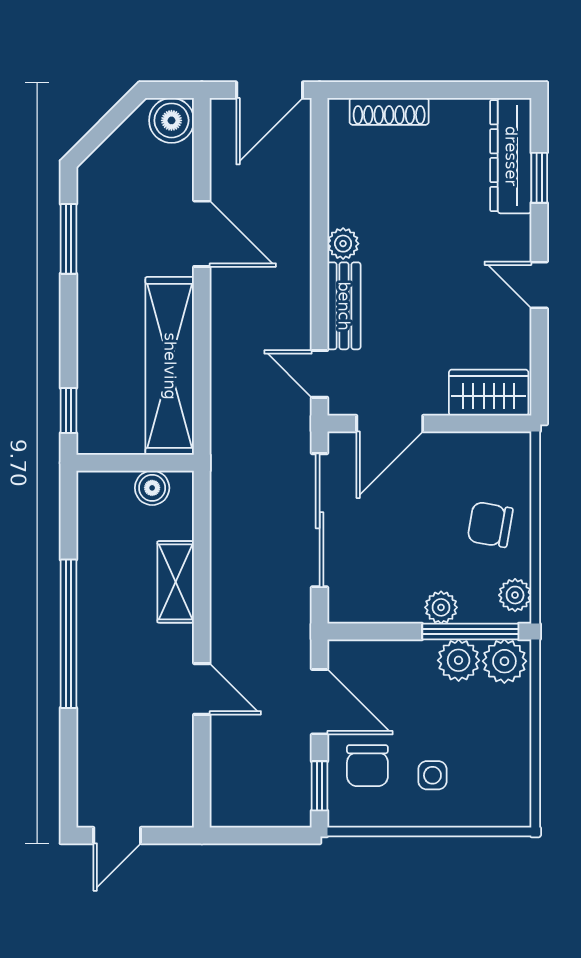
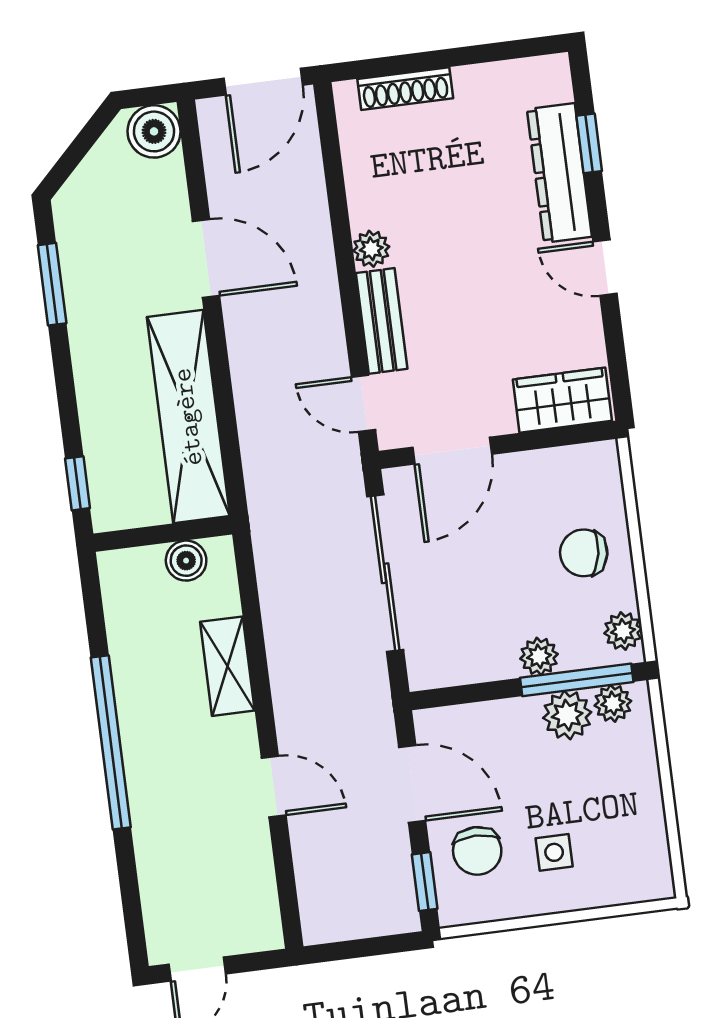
dresser: (511, 156) -> (559, 173), moved
plant: (504, 661) -> (613, 703), width x0.73, depth x0.73

